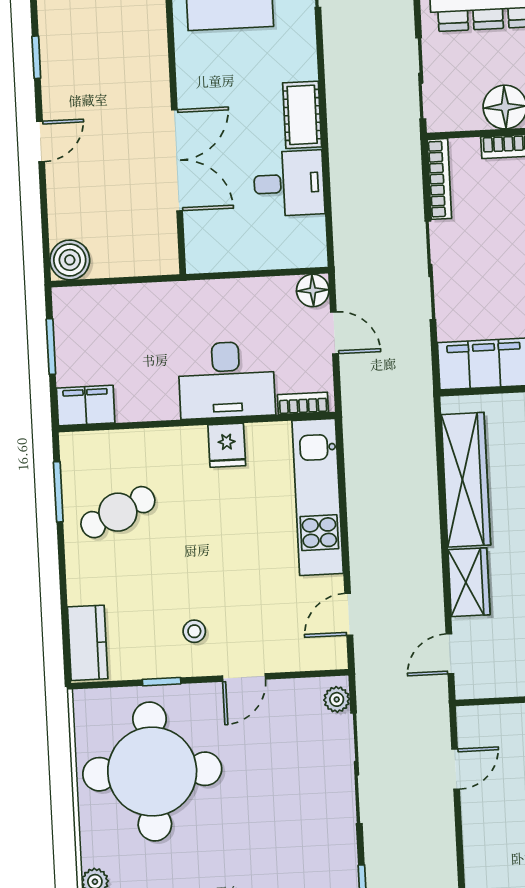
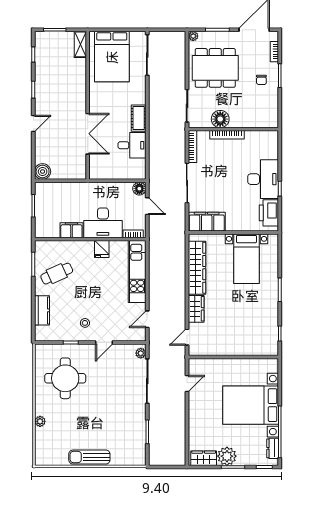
filing cabinet: (86, 406) -> (71, 230), moved
kitchen counter: (88, 643) -> (42, 310), moved
round table: (152, 771) -> (65, 378), width x0.73, depth x0.73

